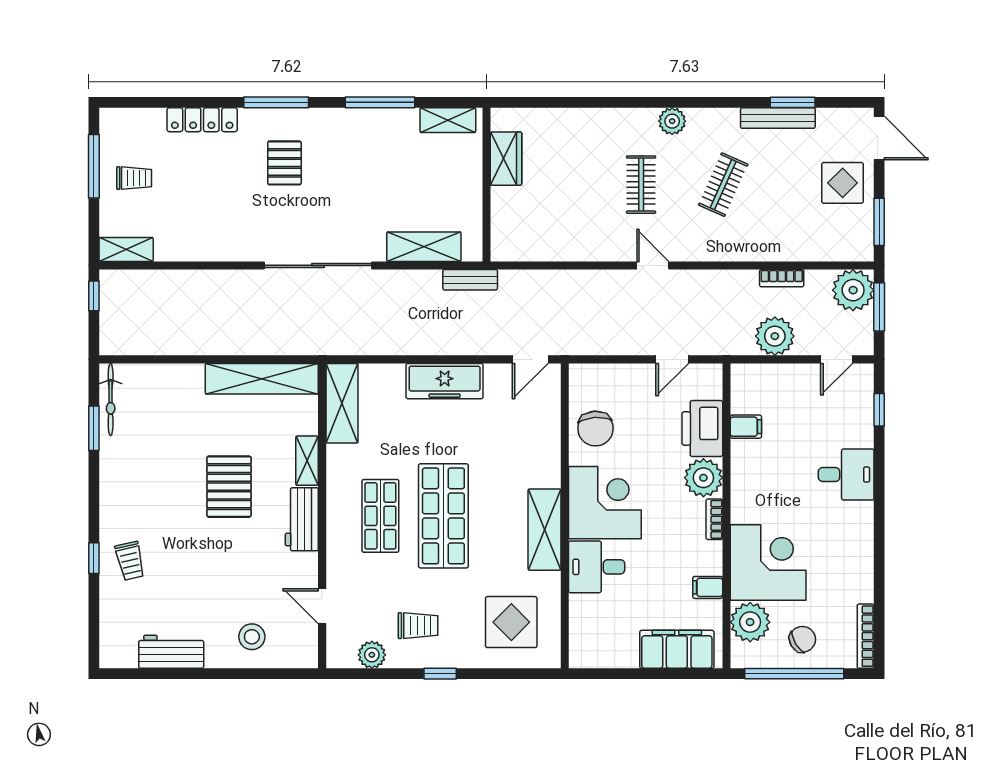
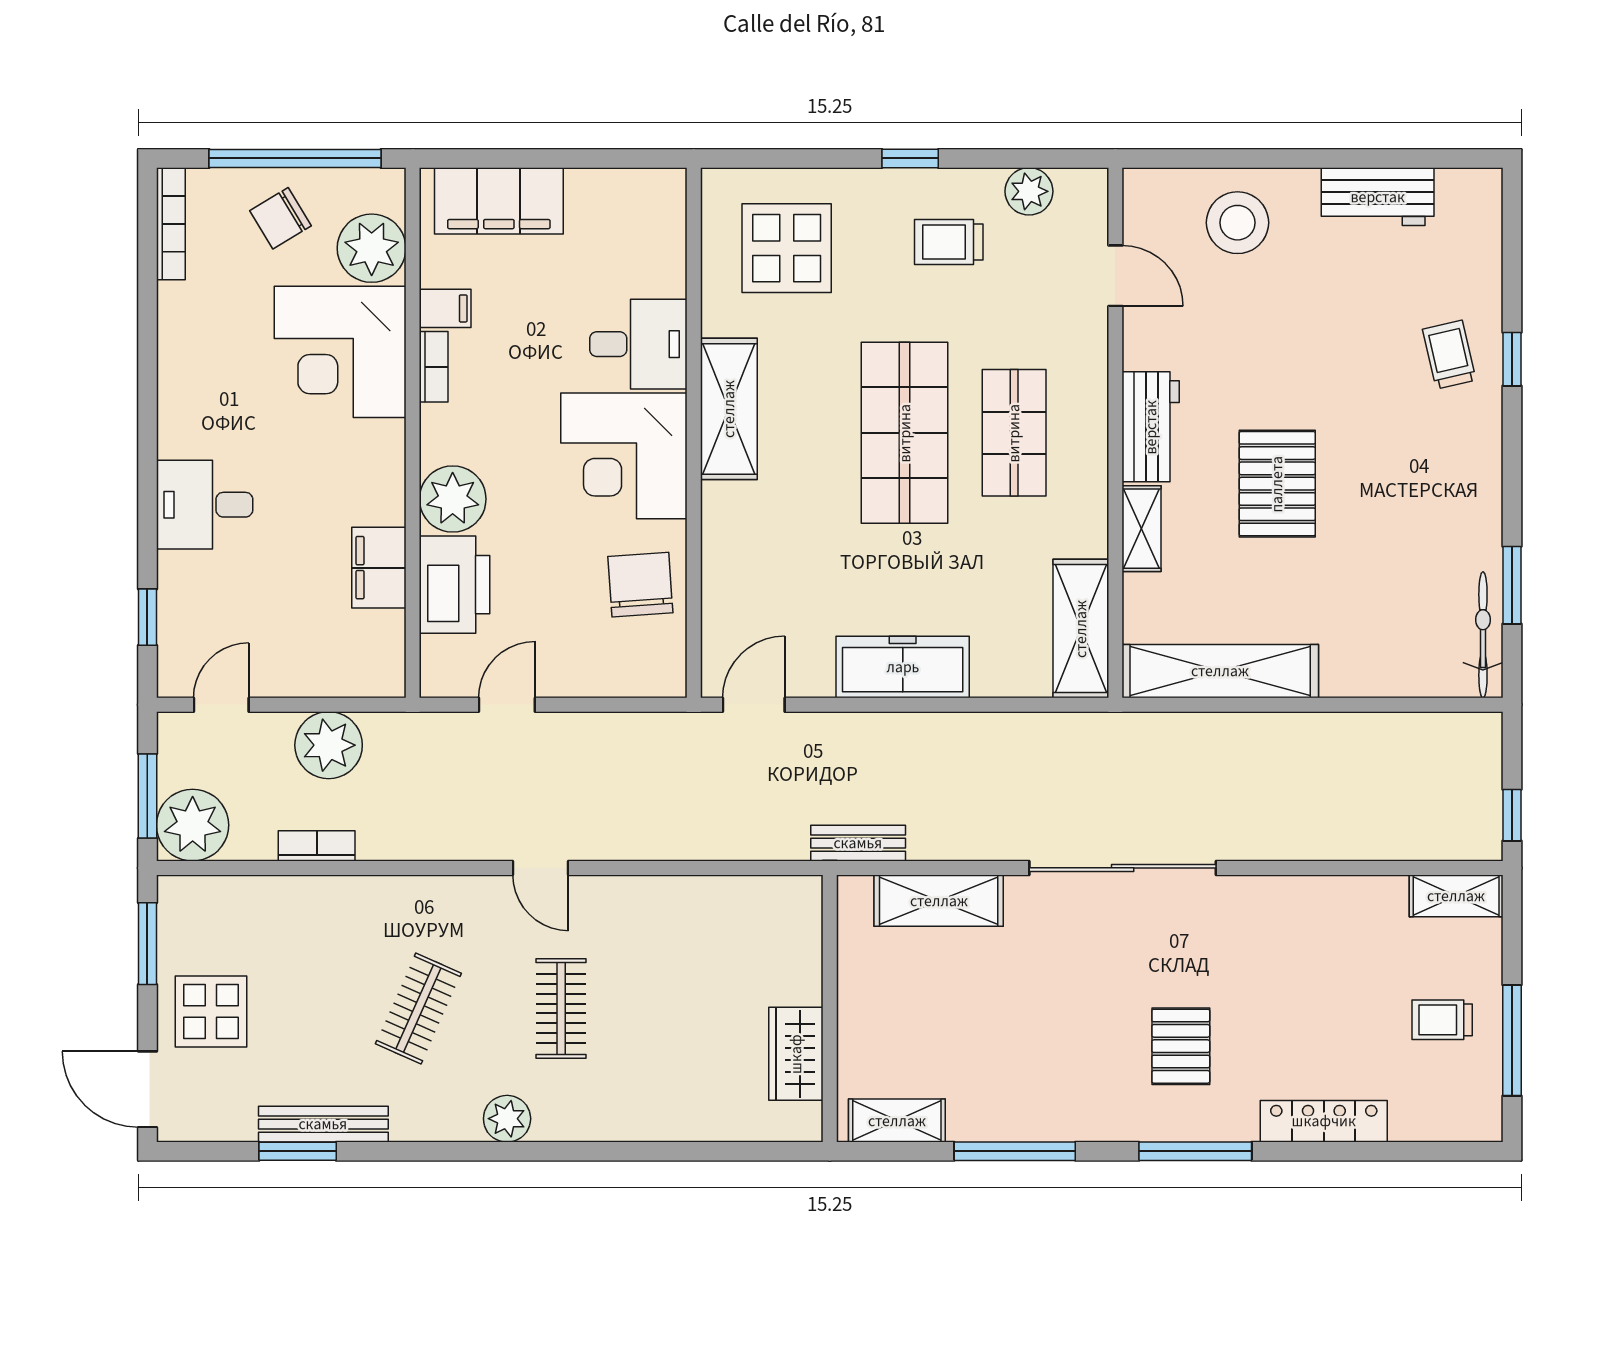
filing cabinet: (746, 427) -> (379, 568), width x2.00
bookcase: (714, 519) -> (434, 367), moved
stool: (252, 637) -> (1237, 223), width x1.38, depth x1.38

